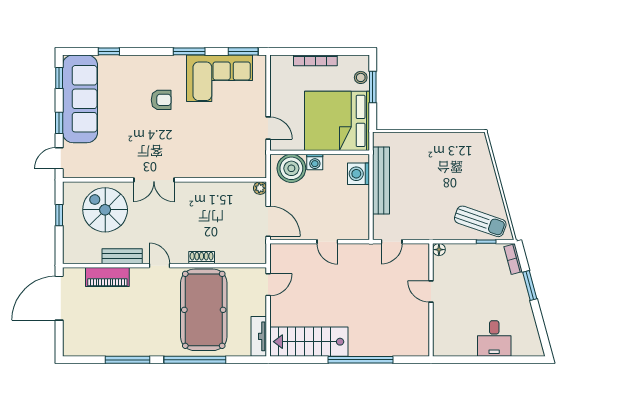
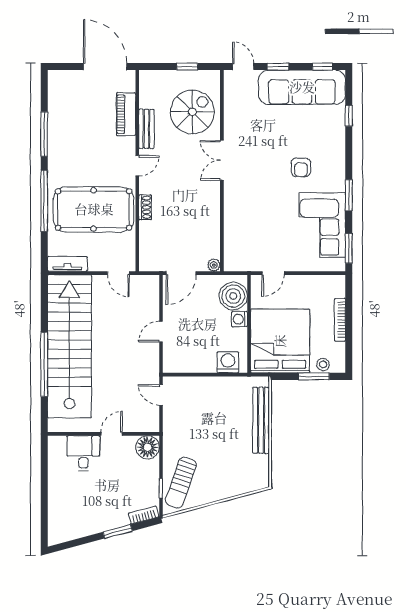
bench: (381, 180) -> (261, 420), moved, turned 90
floor lamp: (439, 250) -> (148, 447), width x1.89, depth x1.89
desk: (494, 338) -> (83, 453), moved, turned 90
stairs: (309, 342) -> (69, 346), width x1.86, depth x1.51

